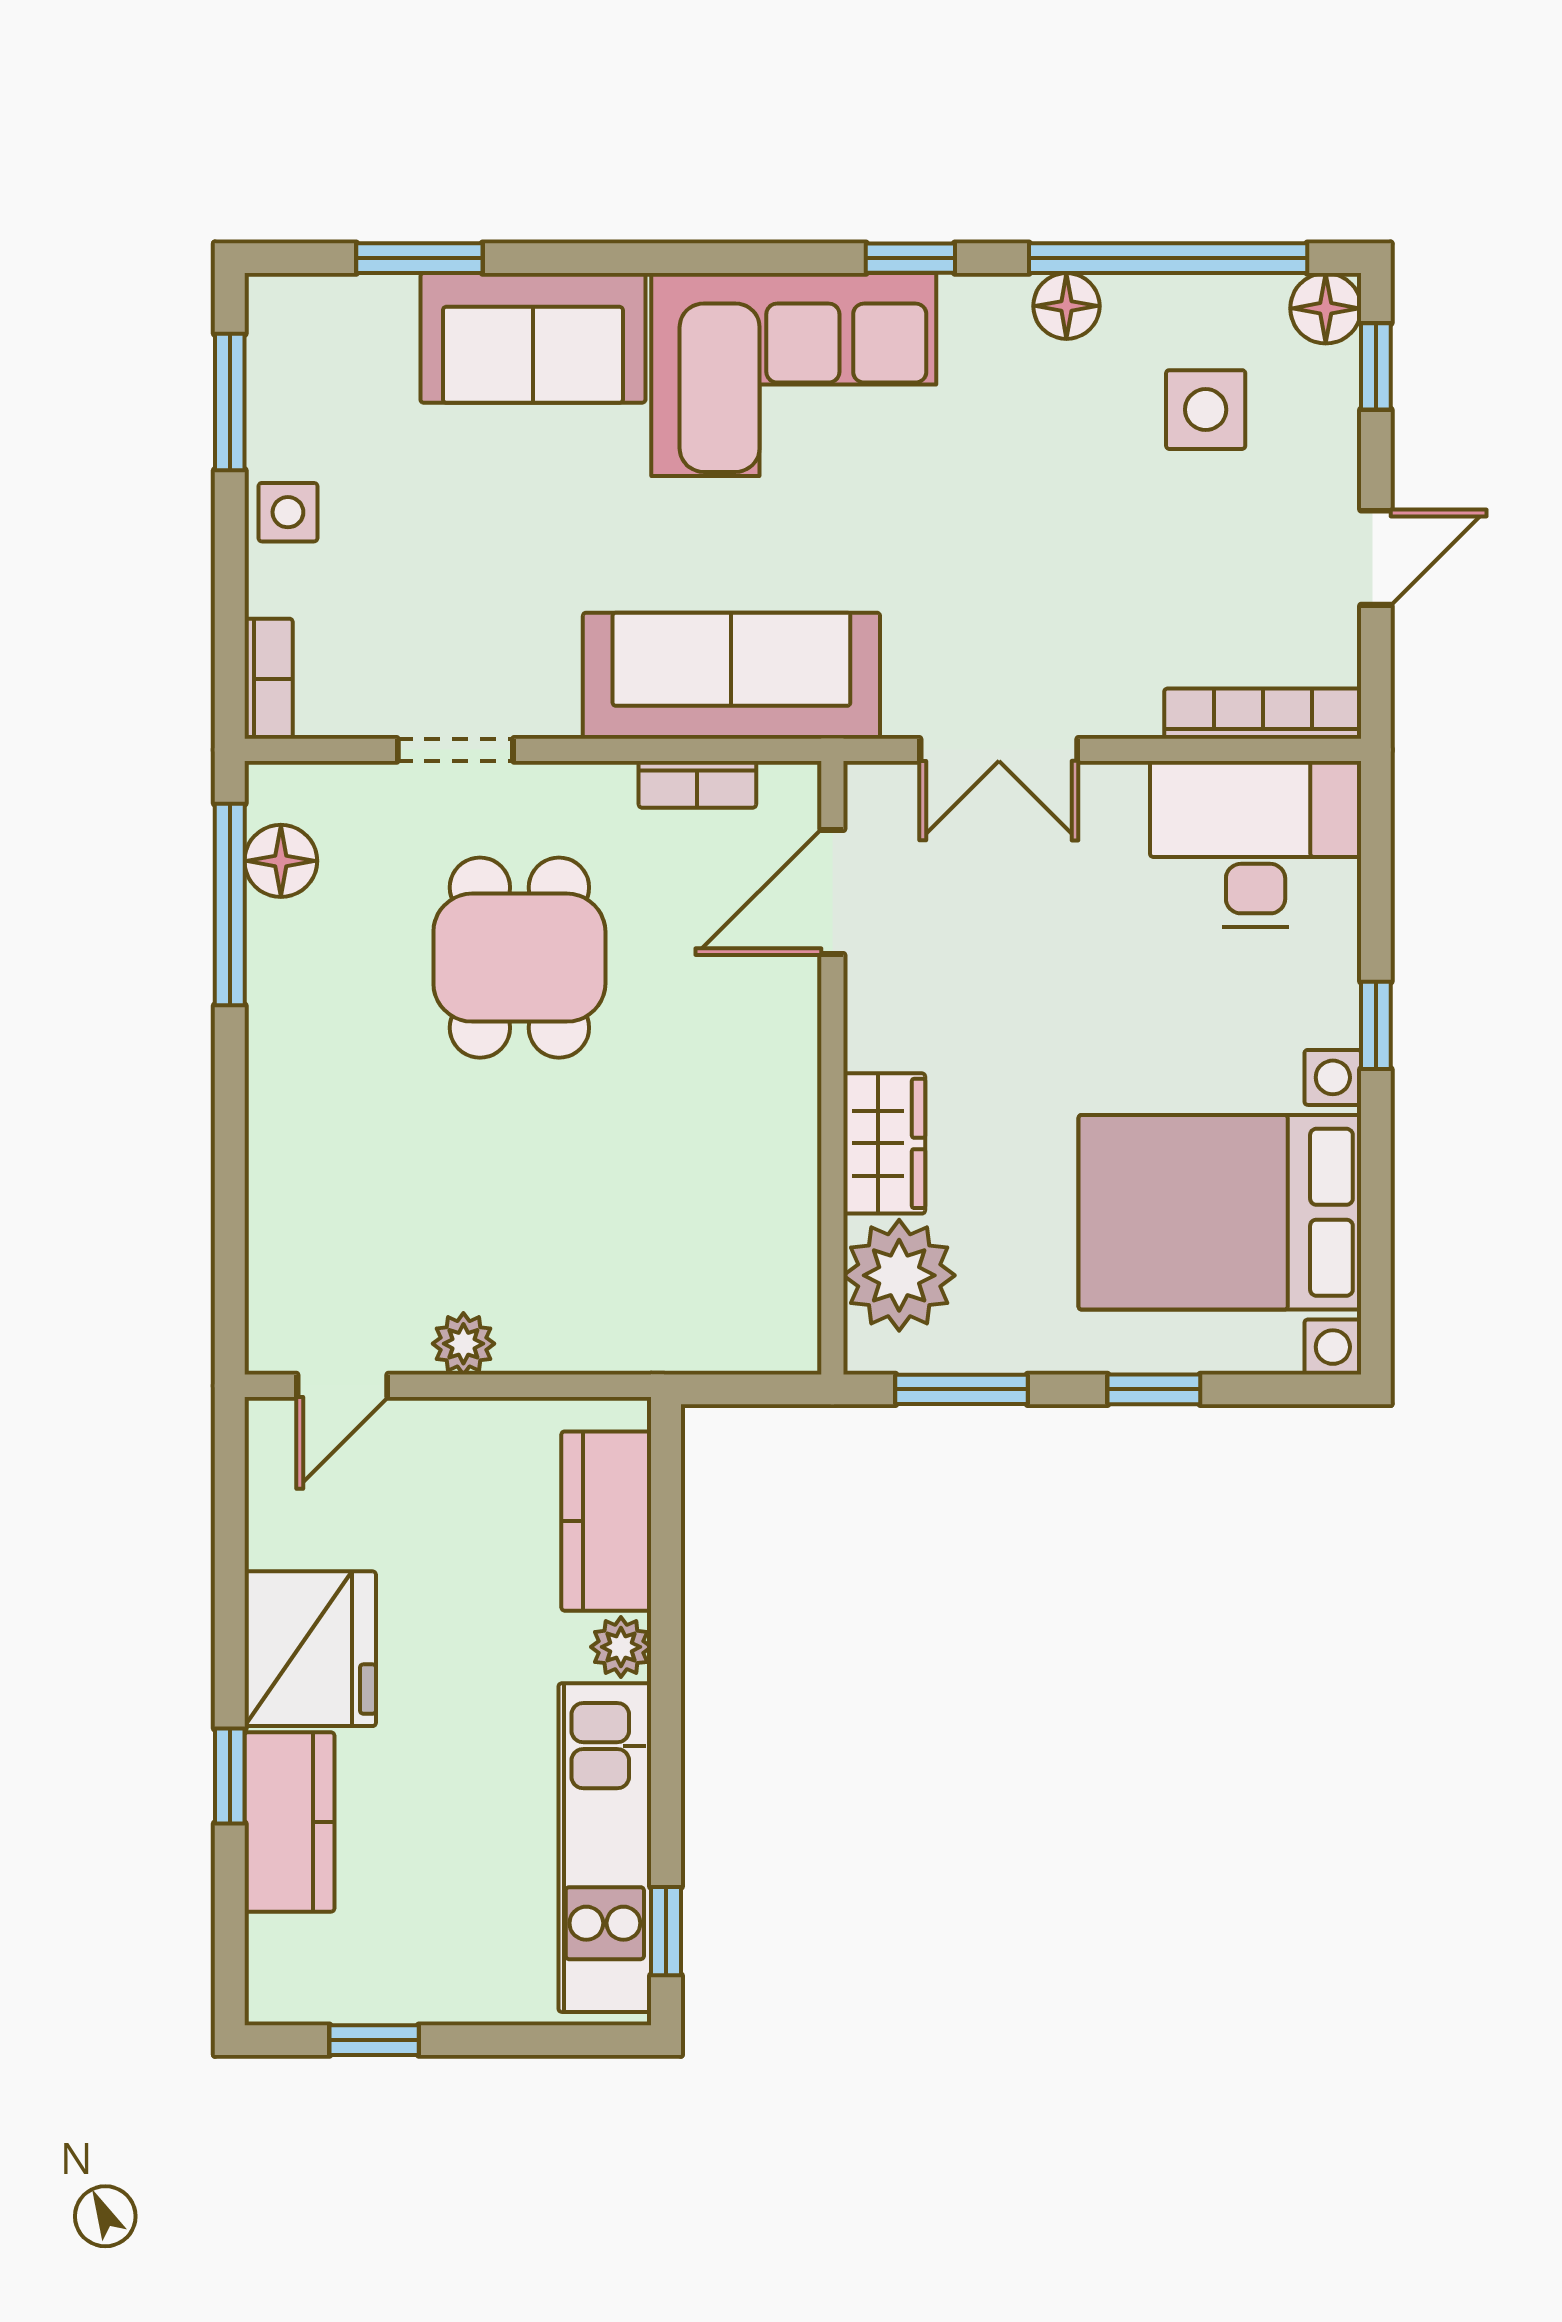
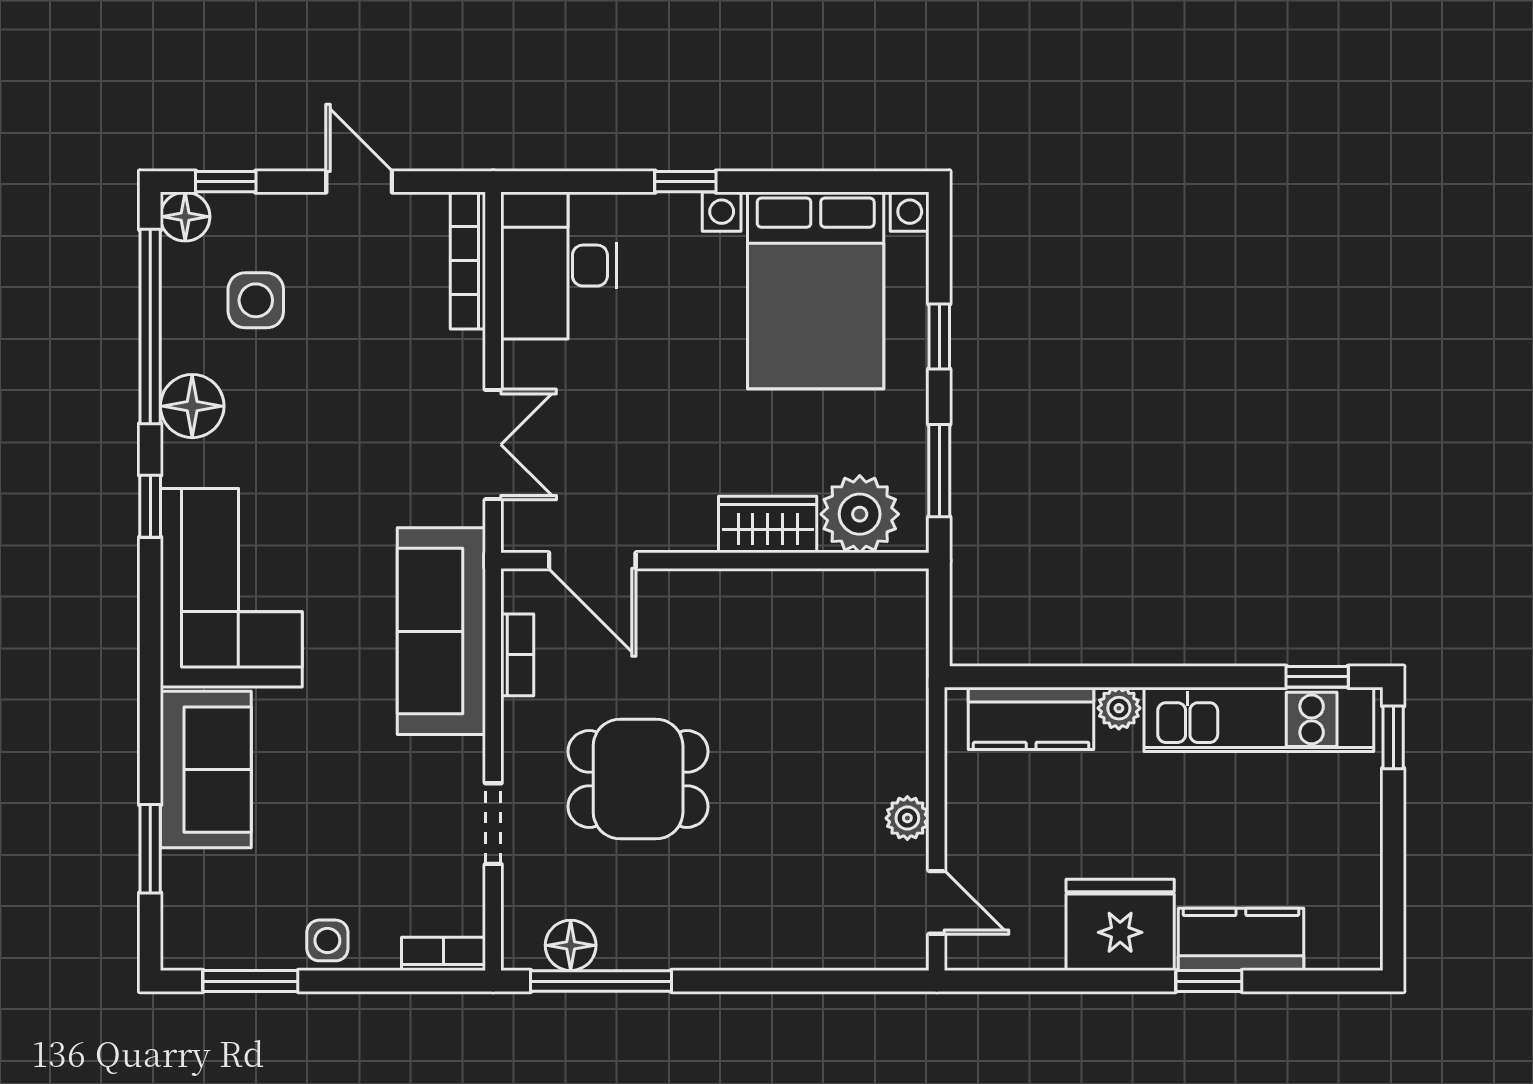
floor lamp: (1066, 306) -> (192, 406), width x1.38, depth x1.38
window: (374, 2040) -> (1393, 737), moved

